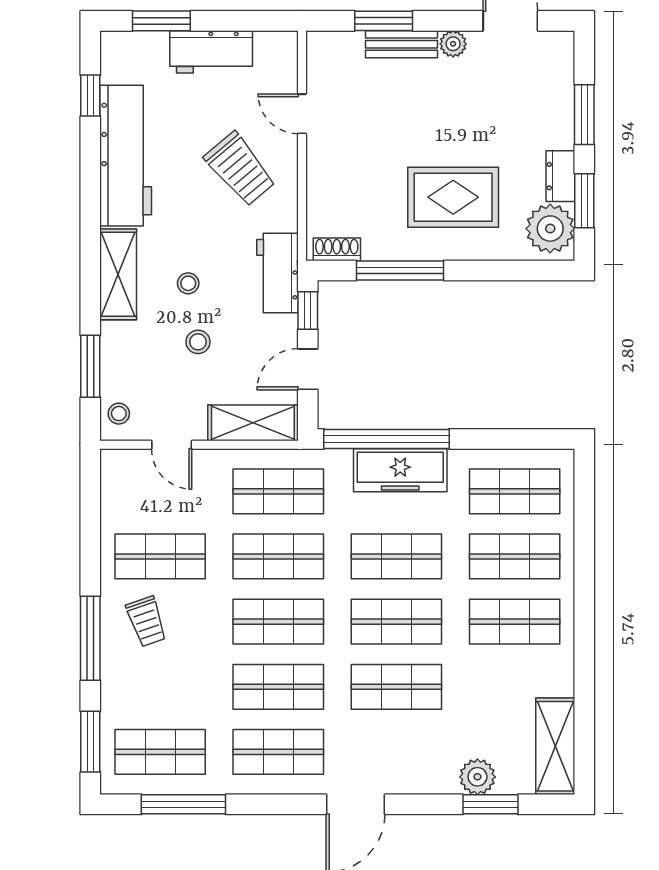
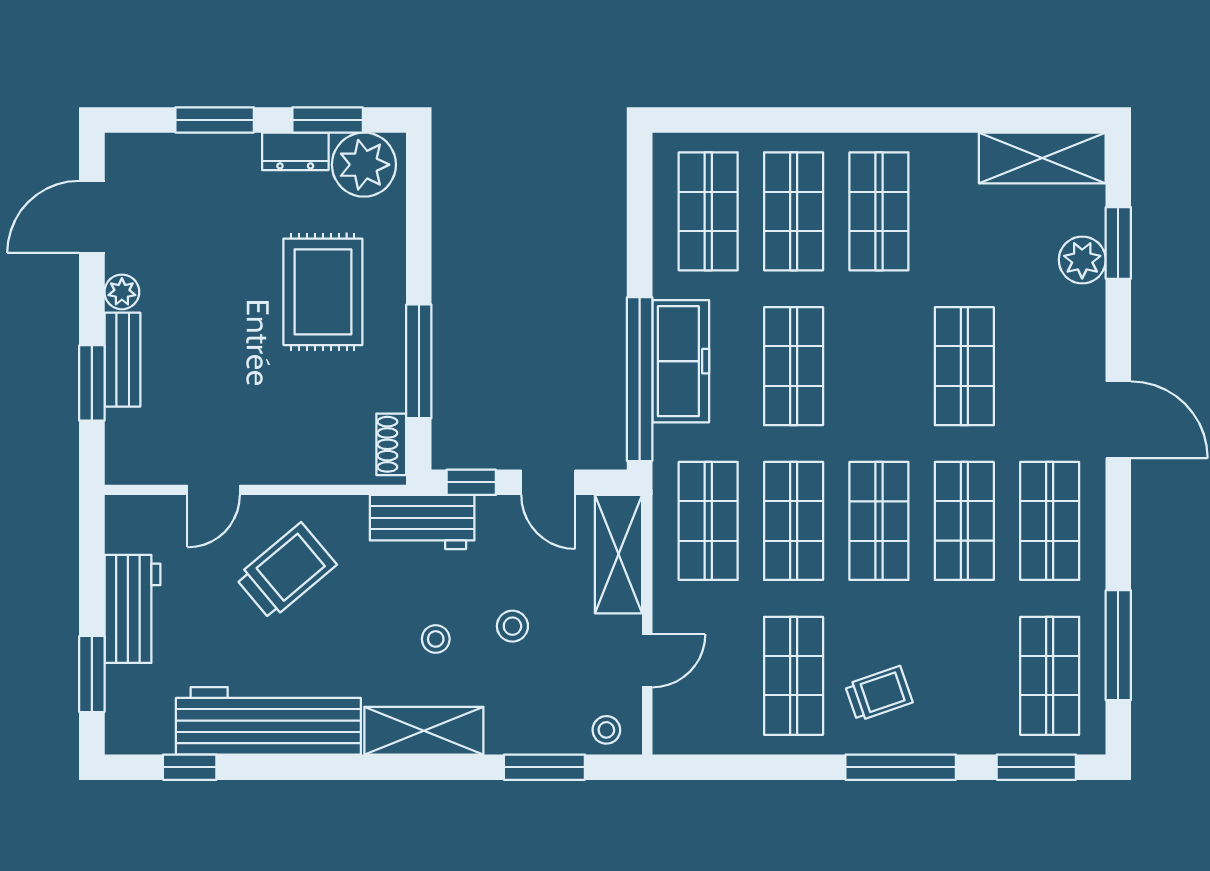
shop shelf: (396, 622) -> (879, 366), removed

